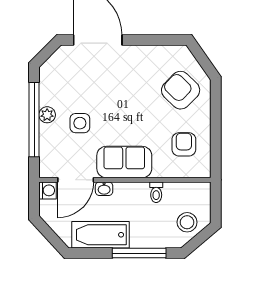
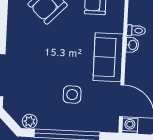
plant: (47, 115) -> (30, 121), moved
washbasin: (104, 189) -> (132, 45), moved

